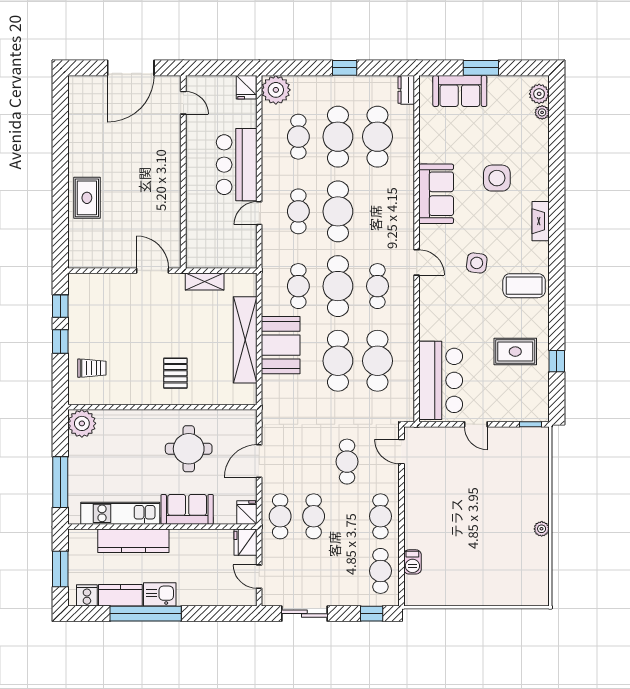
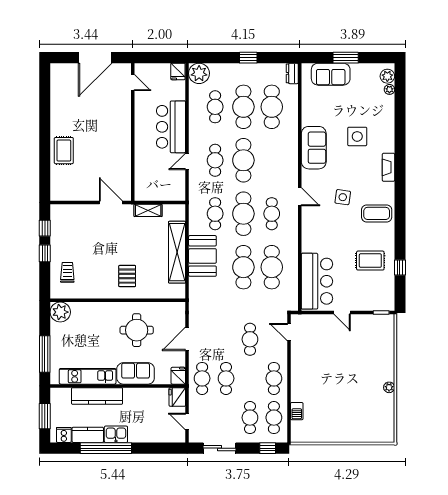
trolley: (92, 368) -> (67, 272), turned -90
cafe table: (347, 571) -> (250, 418), added

